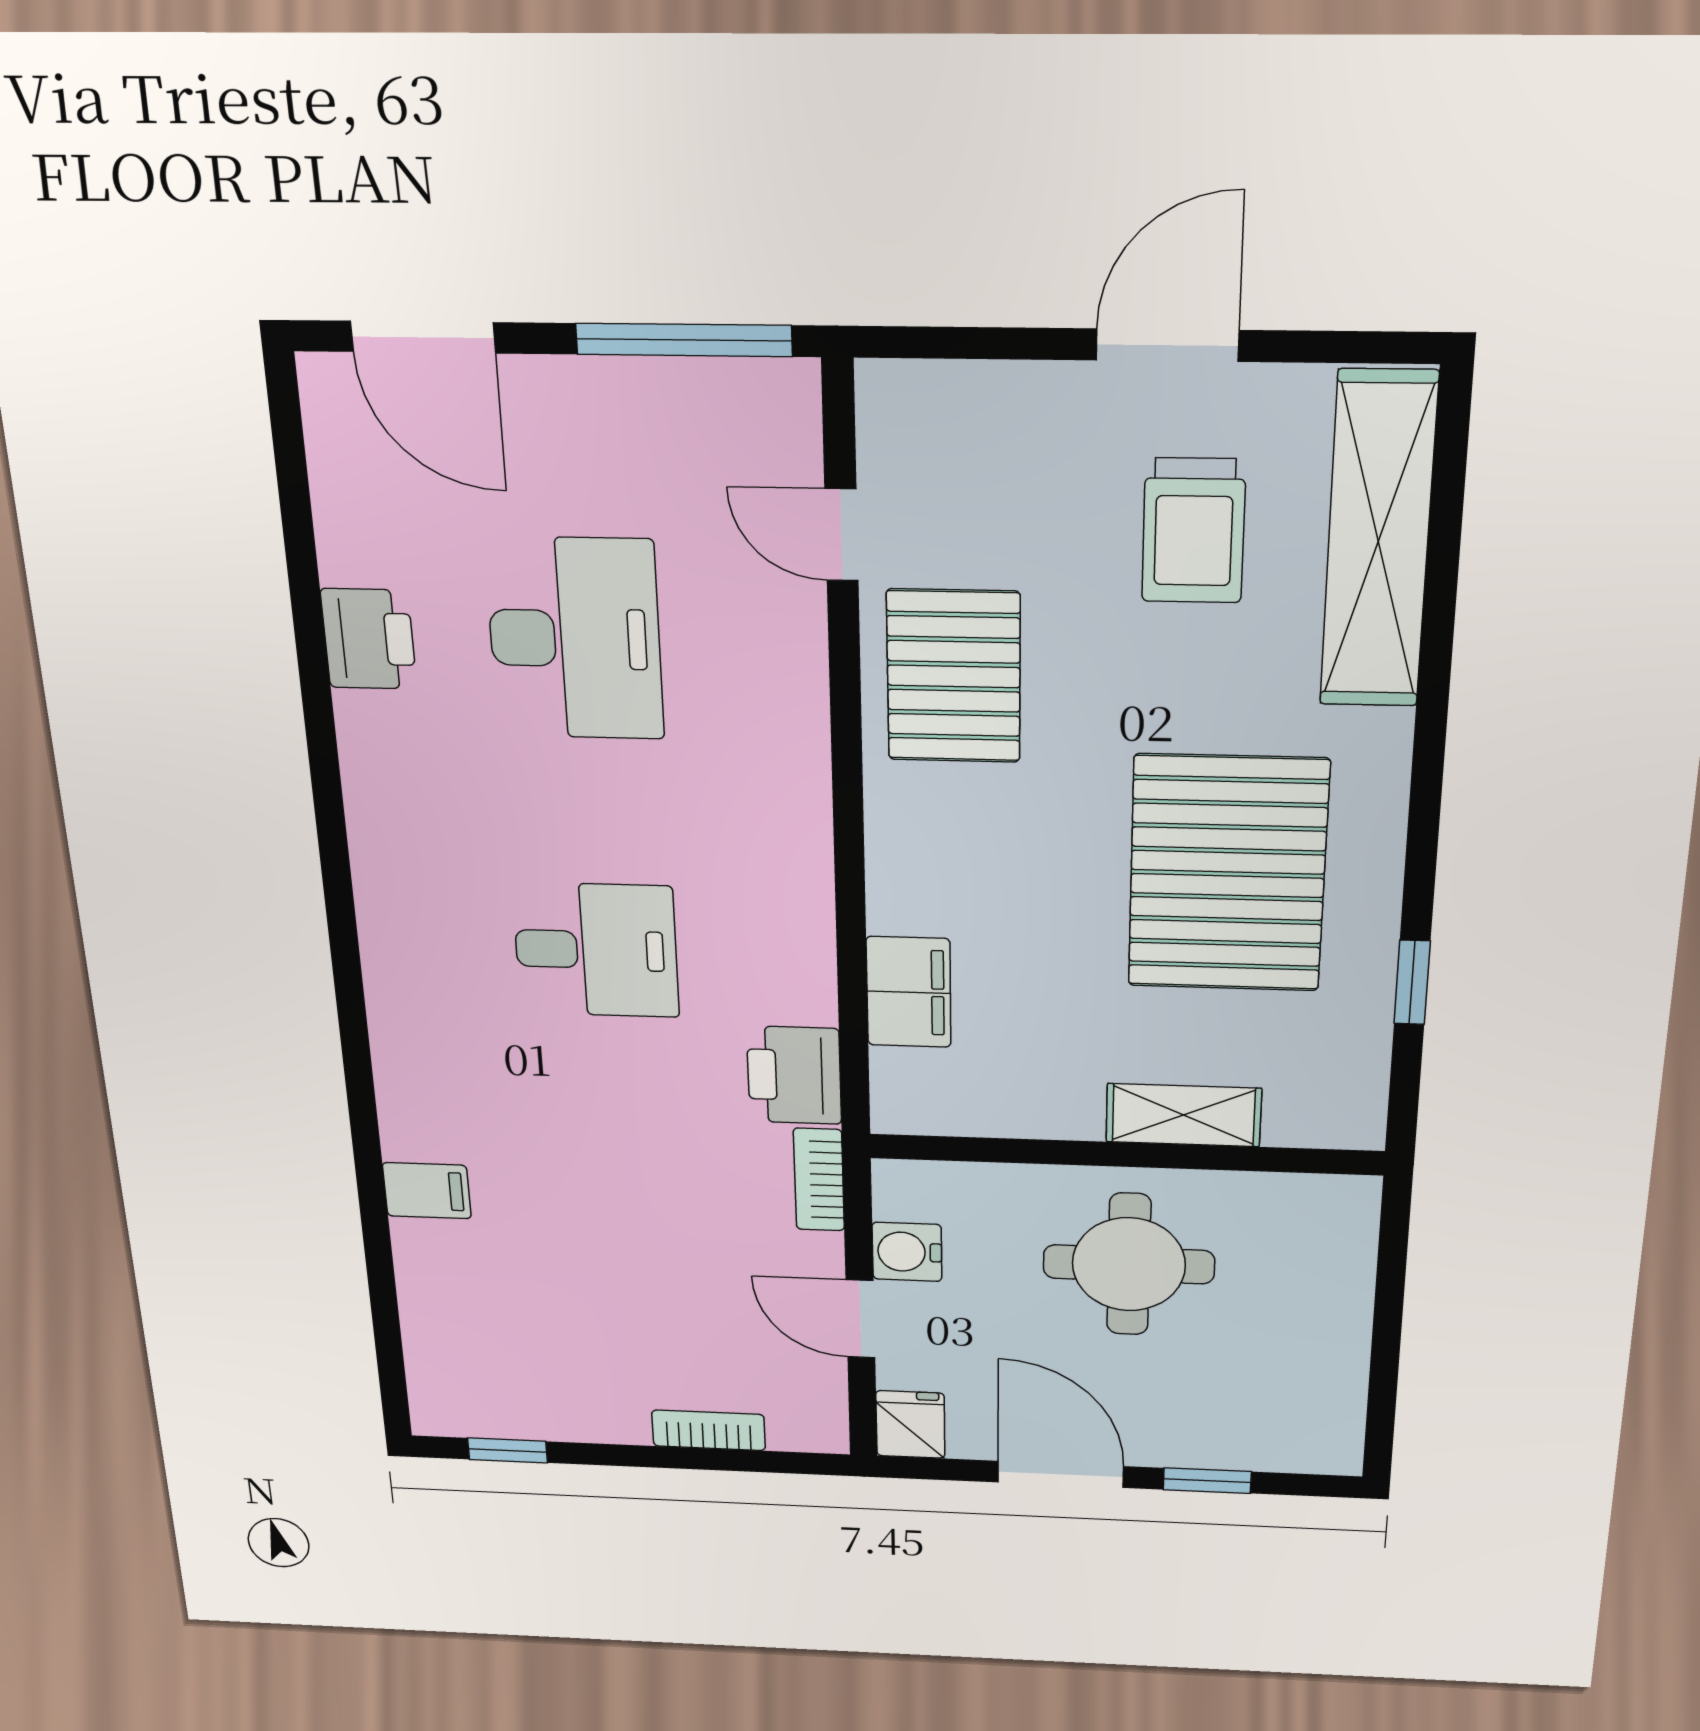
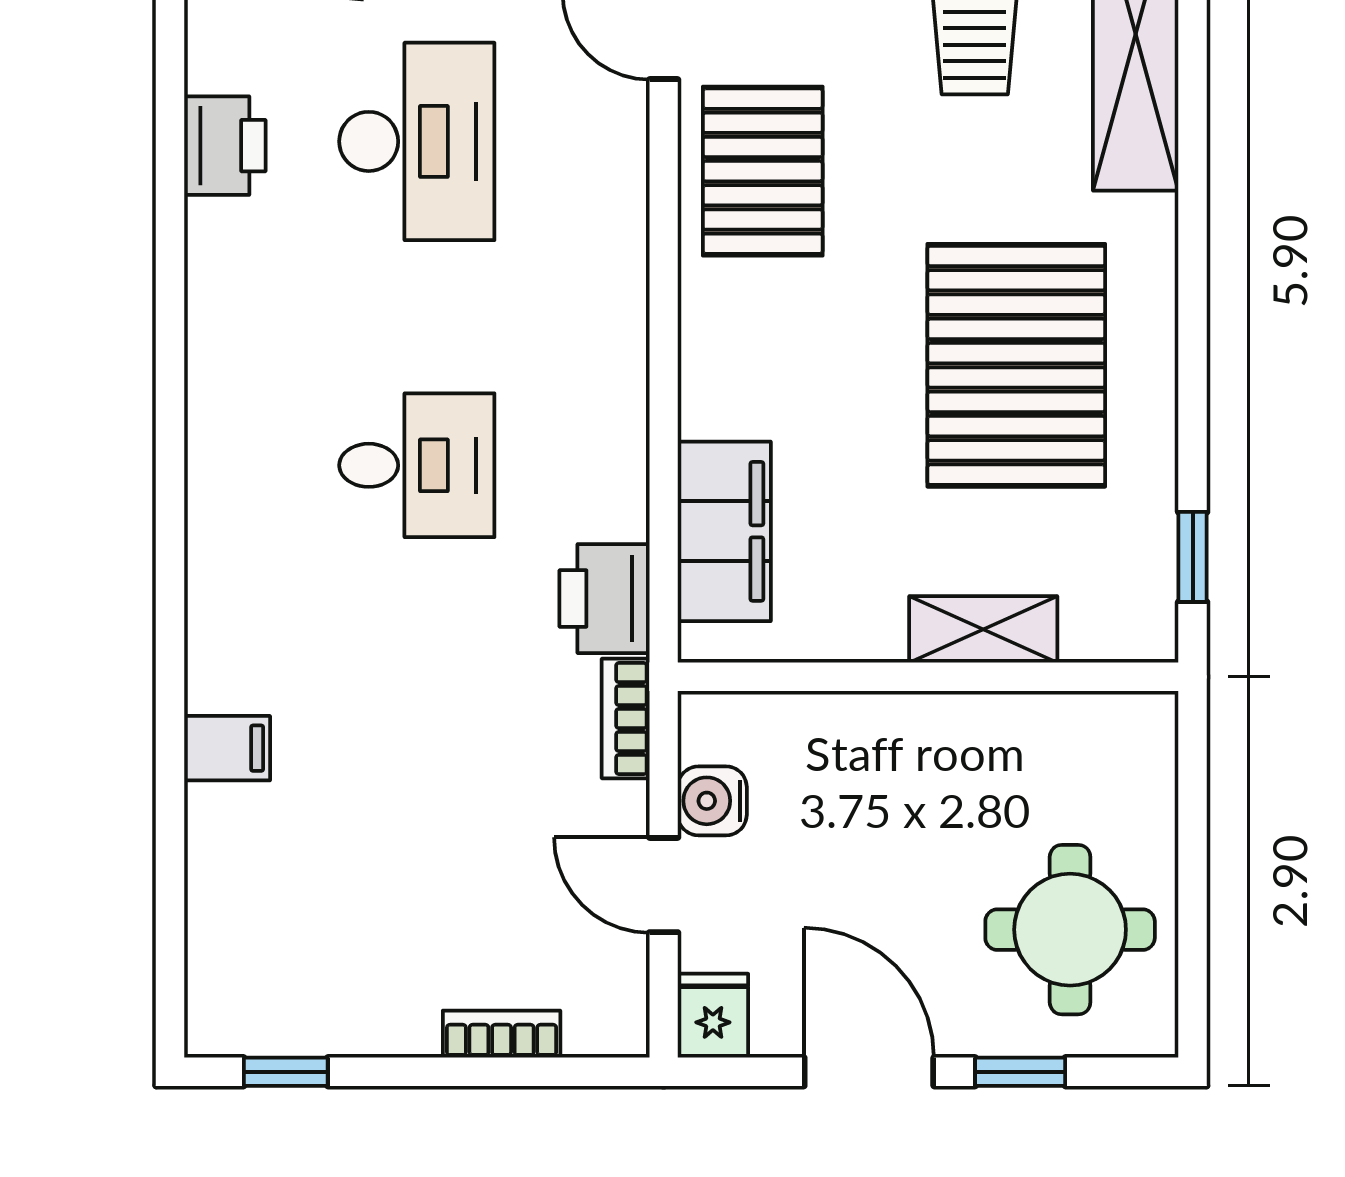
window: (1412, 982) -> (1193, 557), moved
filing cabinet: (909, 992) -> (724, 531), width x1.50, depth x1.17
round table: (1129, 1264) -> (1070, 930), moved

